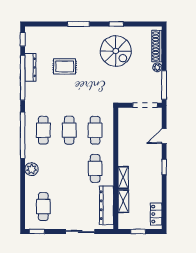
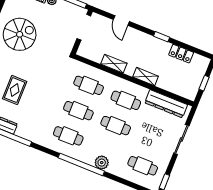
window: (23, 135) -> (81, 164), moved
window: (164, 167) -> (162, 37), moved
cafe table: (69, 168) -> (116, 126), added
shelving: (123, 201) -> (114, 64), moved
locker: (156, 214) -> (181, 54), moved

